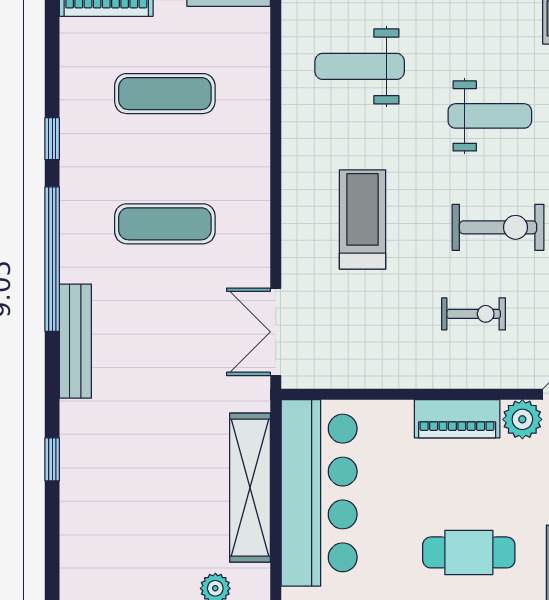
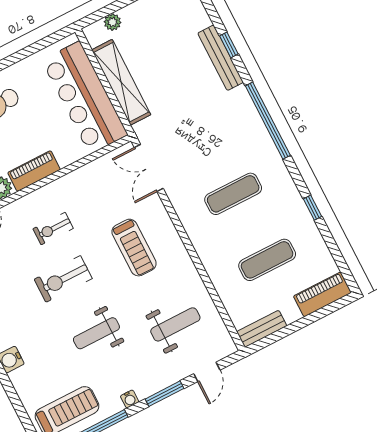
window: (52, 259) -> (268, 121), moved
double door: (276, 332) -> (149, 168), swing flipped
bench: (75, 341) -> (221, 58), moved

